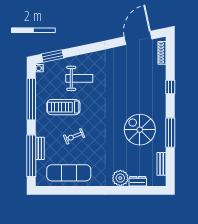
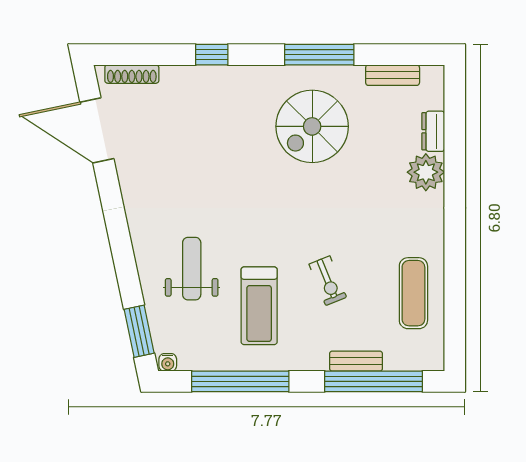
exercise mat: (69, 173) -> (413, 293), width x0.73, depth x0.69

